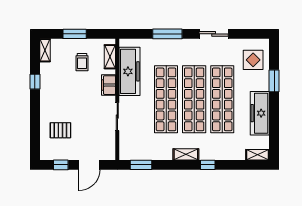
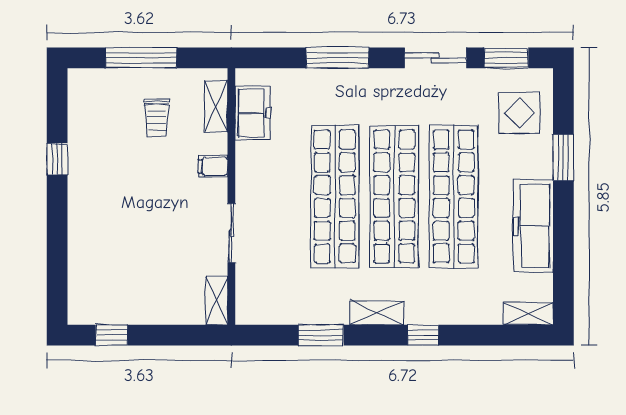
window: (75, 34) -> (141, 58), width x1.44
window: (247, 34) -> (506, 58), added
shelving: (45, 50) -> (217, 301), moved
freezer: (129, 71) -> (253, 113), width x0.52, depth x0.79
filing cabinet: (109, 85) -> (213, 166), width x0.50
pallet: (60, 130) -> (111, 262), removed
door: (89, 165) -> (172, 335), removed
window: (141, 165) -> (321, 335), moved

